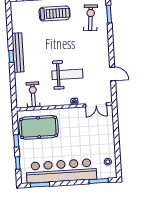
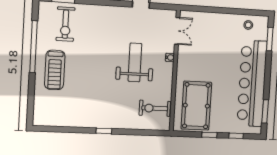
treadmill: (55, 13) -> (55, 70), turned 180
exercise bike: (91, 18) -> (65, 24), turned -95
bench: (18, 53) -> (100, 122), removed

